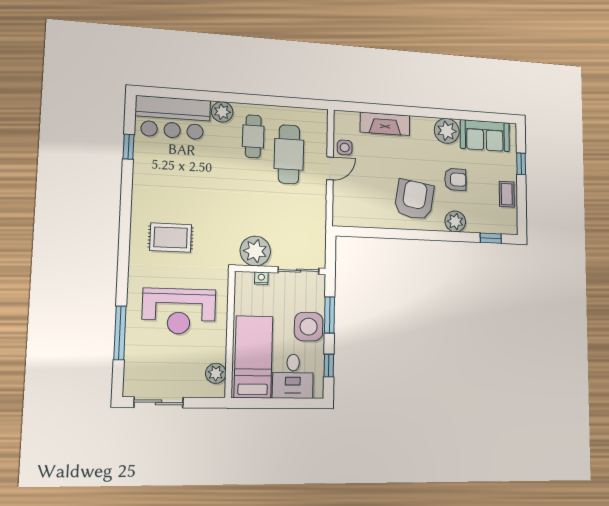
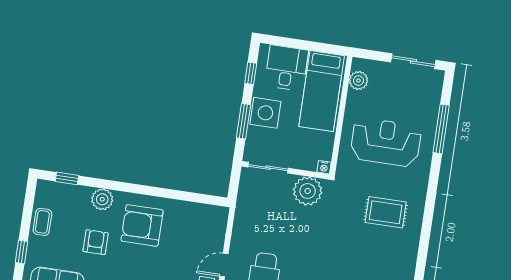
armchair: (455, 179) -> (96, 242), turned 90
armchair: (414, 200) -> (142, 225), turned 81
nightstand: (261, 278) -> (324, 167), moved

